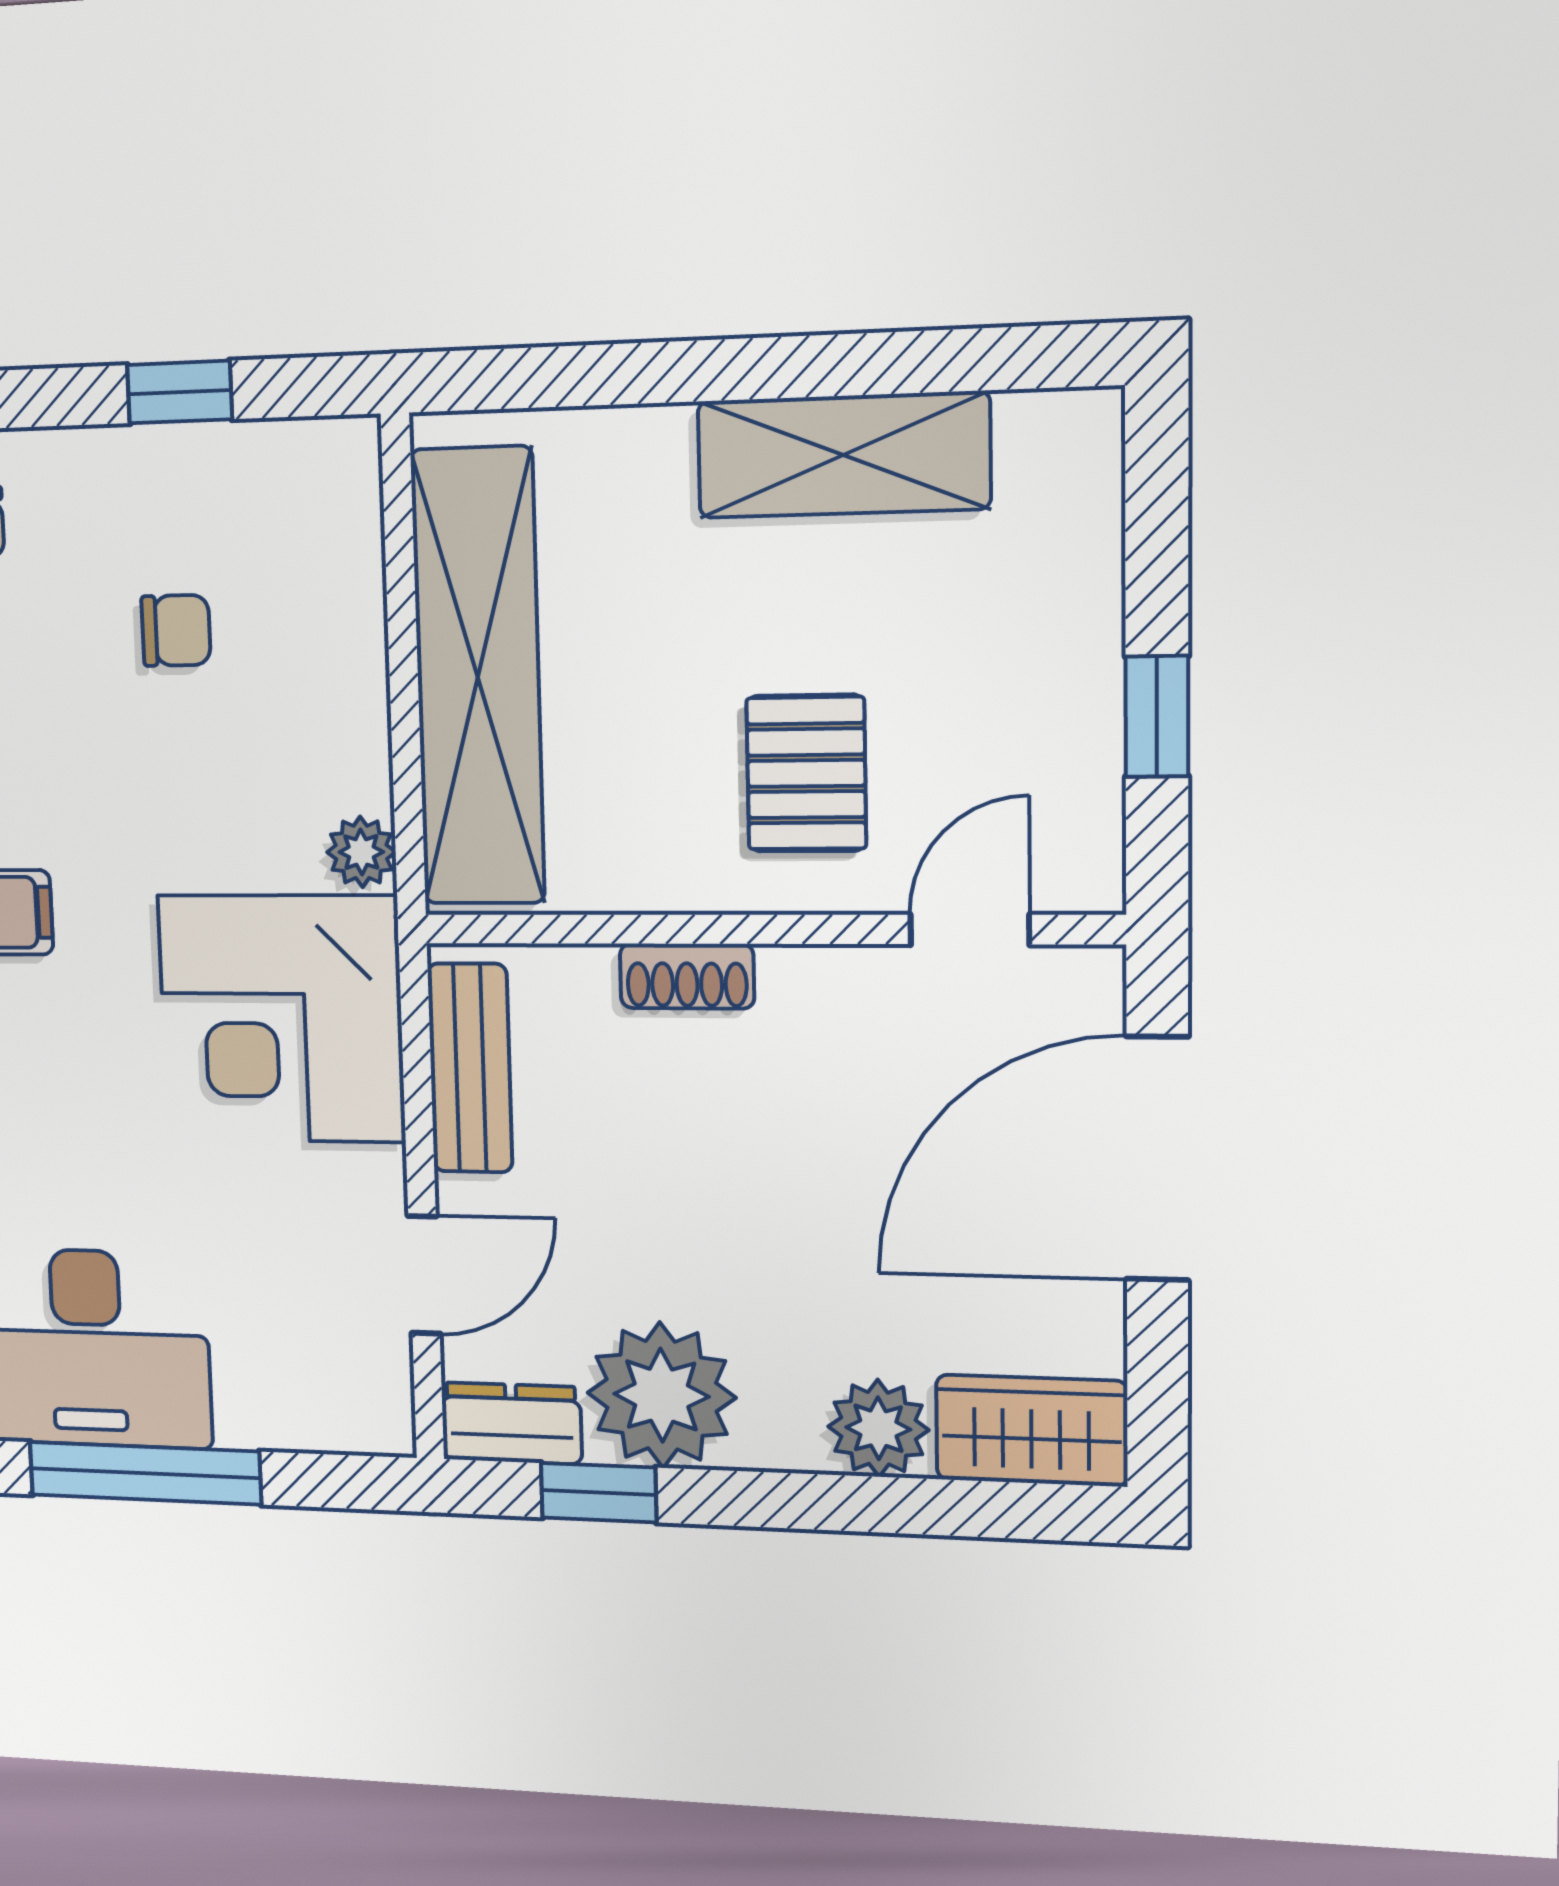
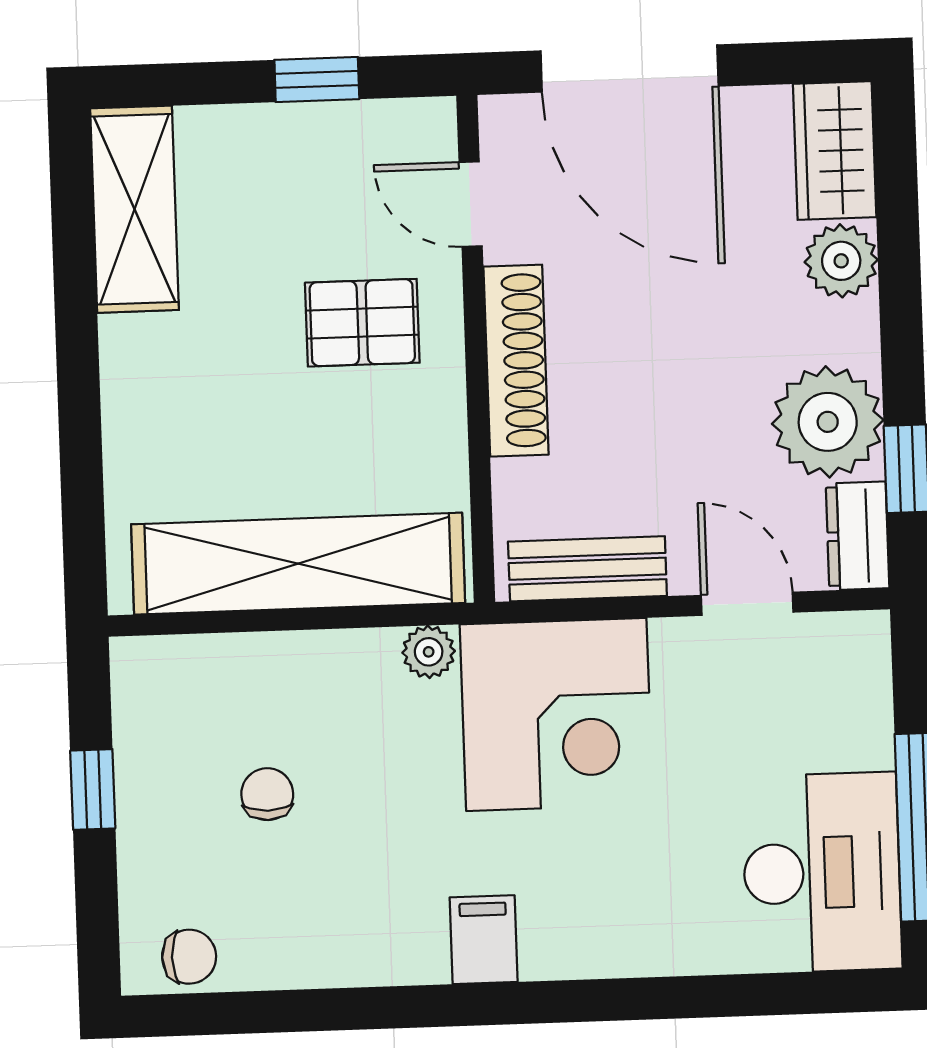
shelving: (843, 455) -> (135, 209), moved
shoe rack: (687, 976) -> (516, 361), width x1.94, depth x1.24

